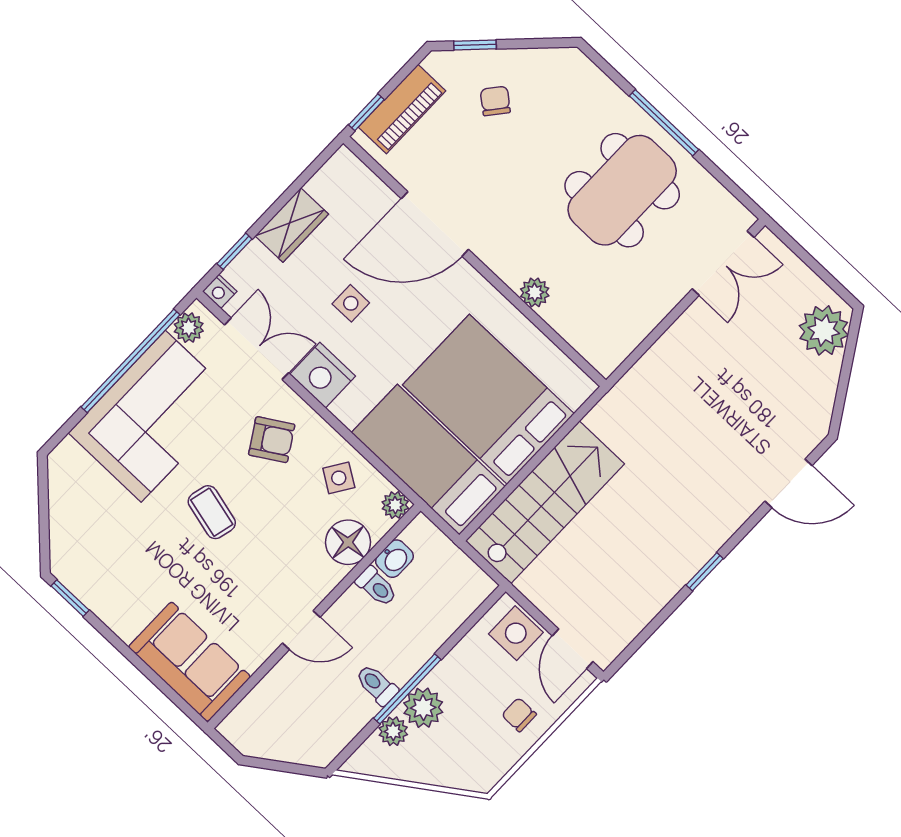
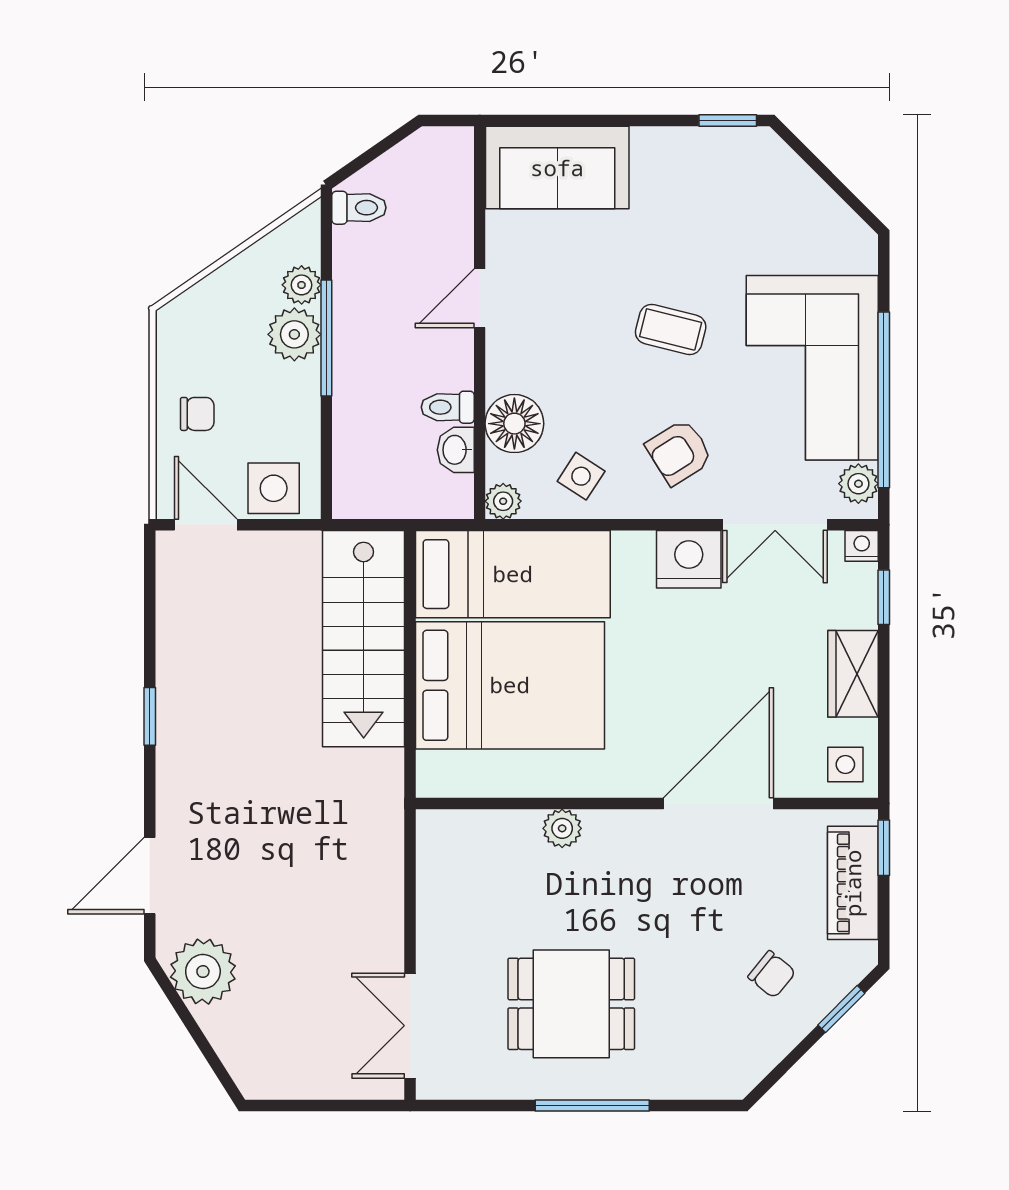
dining table: (622, 190) -> (571, 1004), width x0.73
side table: (351, 303) -> (845, 765), moved
plant: (824, 330) -> (203, 972), moved
toilet: (377, 685) -> (359, 208), moved

